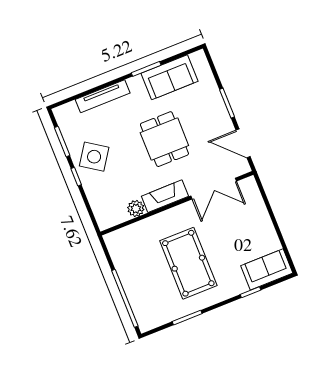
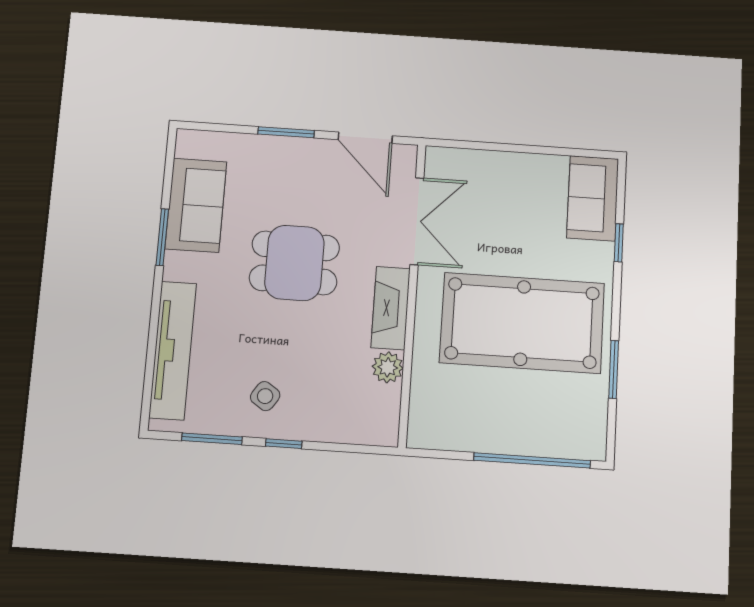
tv unit: (103, 96) -> (173, 350), width x1.36, depth x1.29
door: (243, 143) -> (365, 138), hinge flipped
side table: (94, 157) -> (265, 396), width x0.54, depth x0.54
pool table: (188, 263) -> (522, 323), width x1.36, depth x1.32

